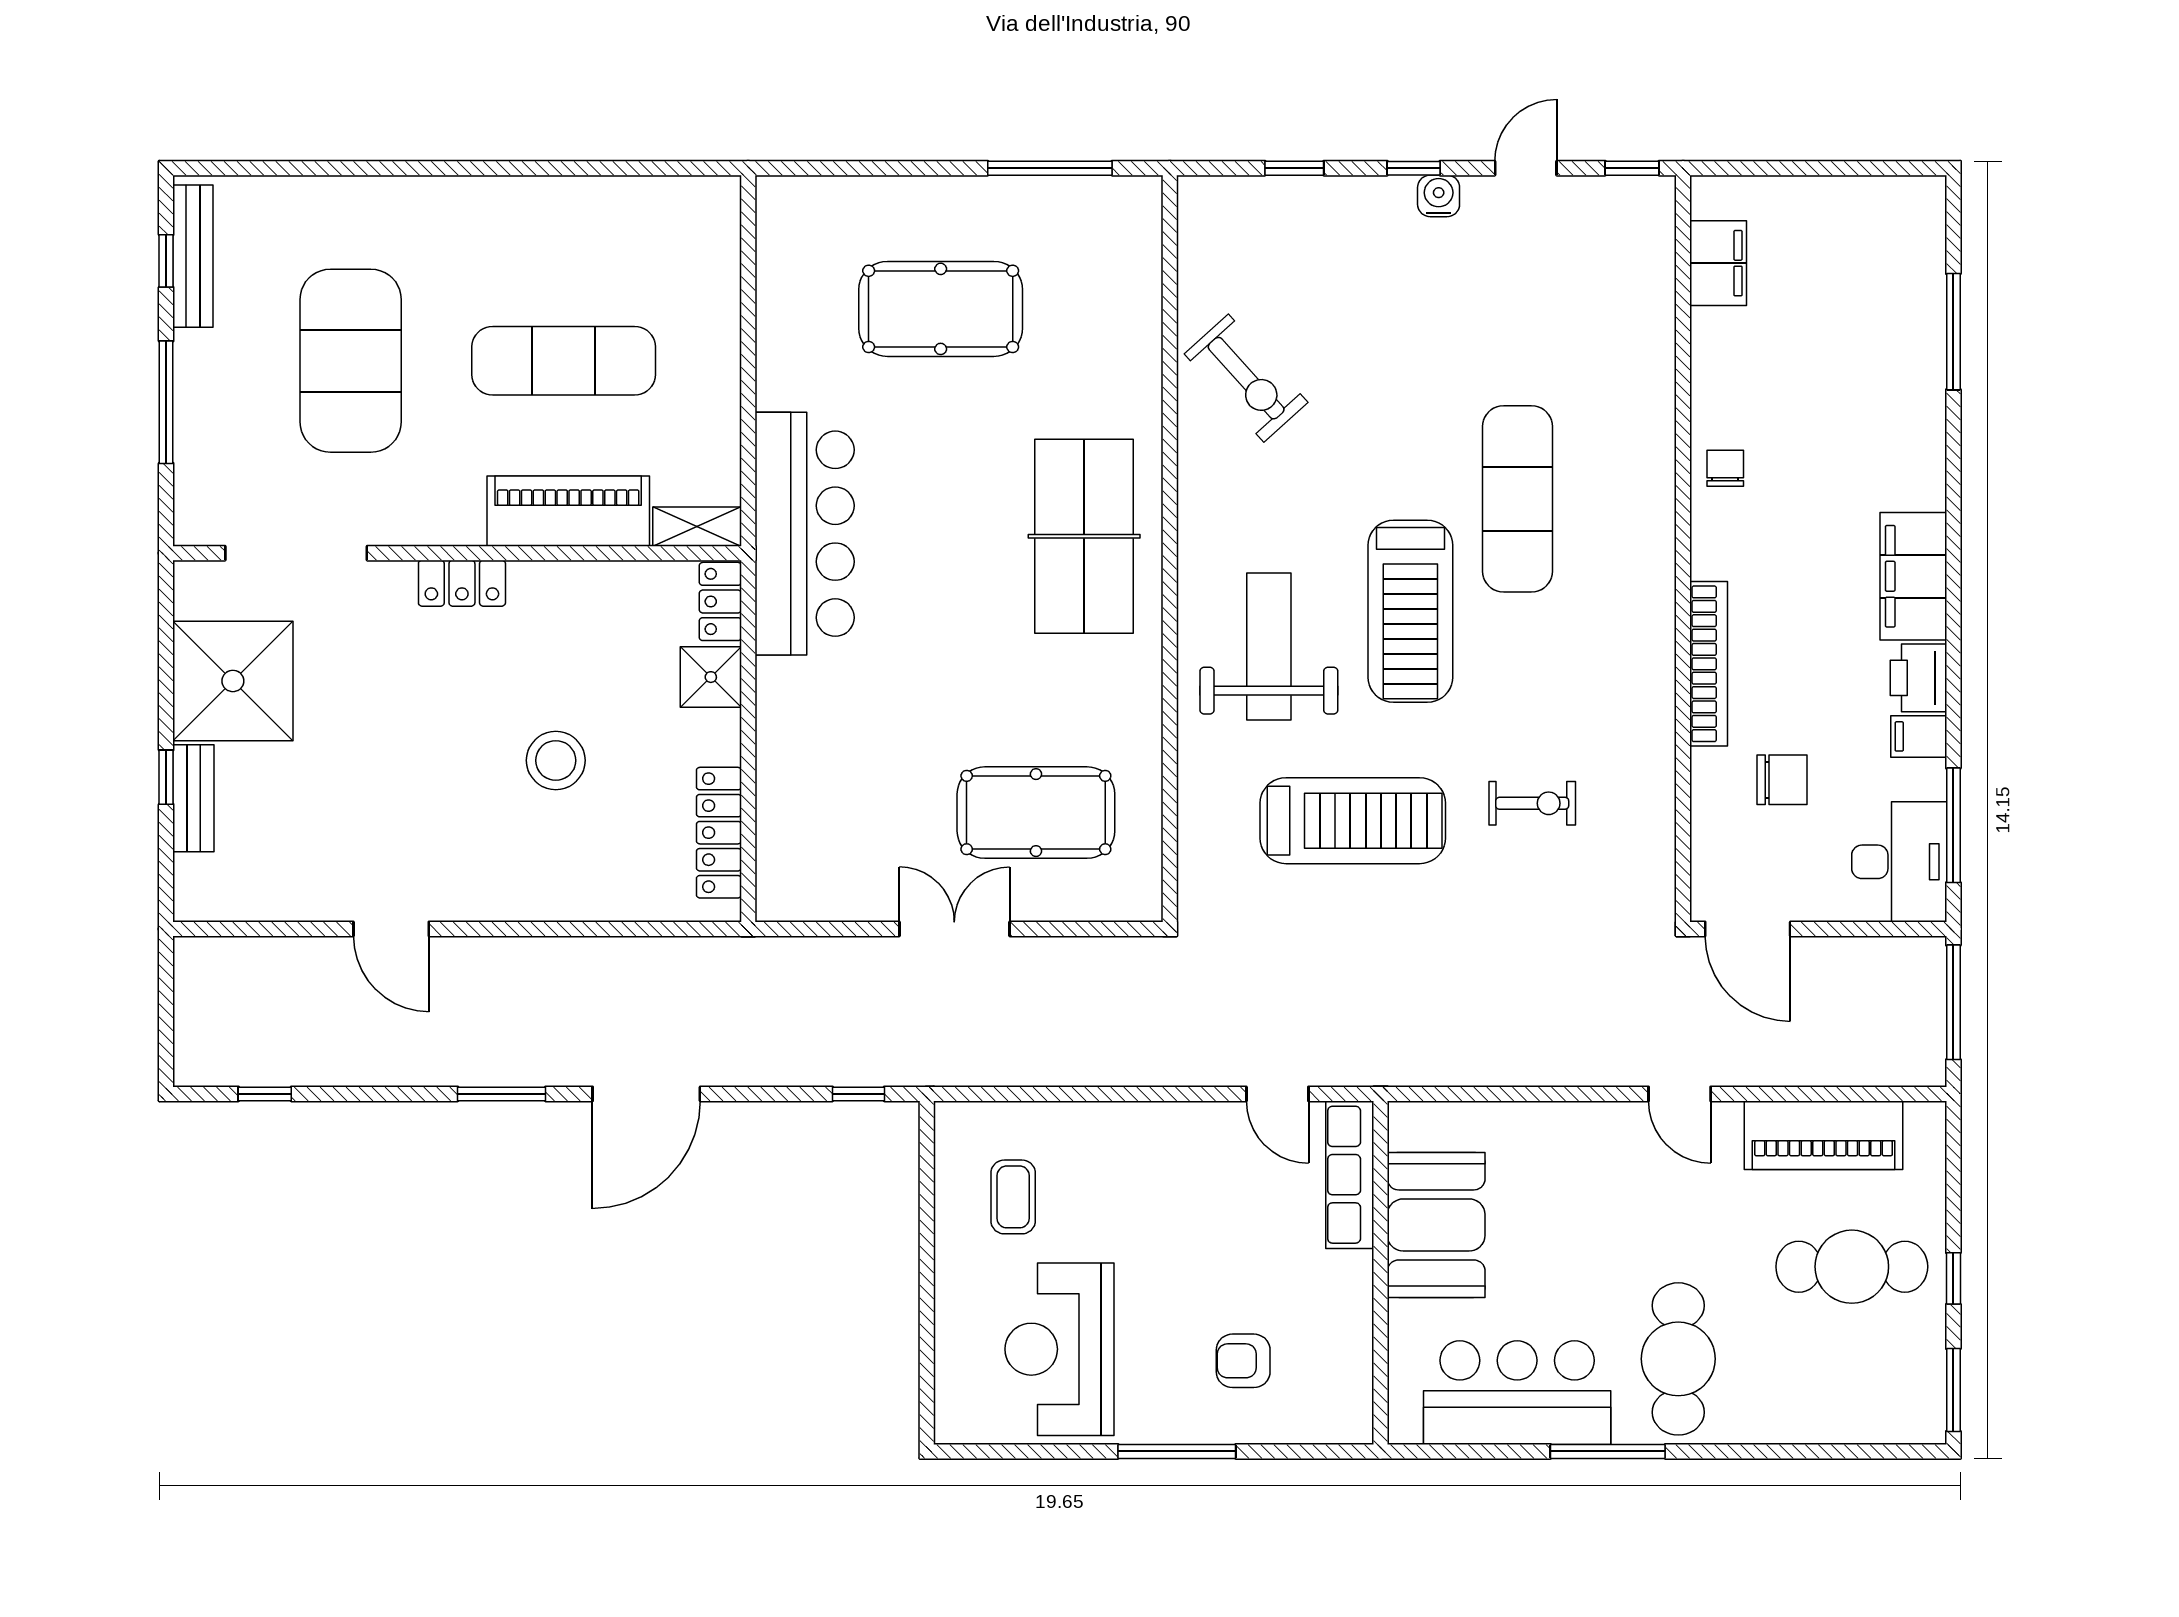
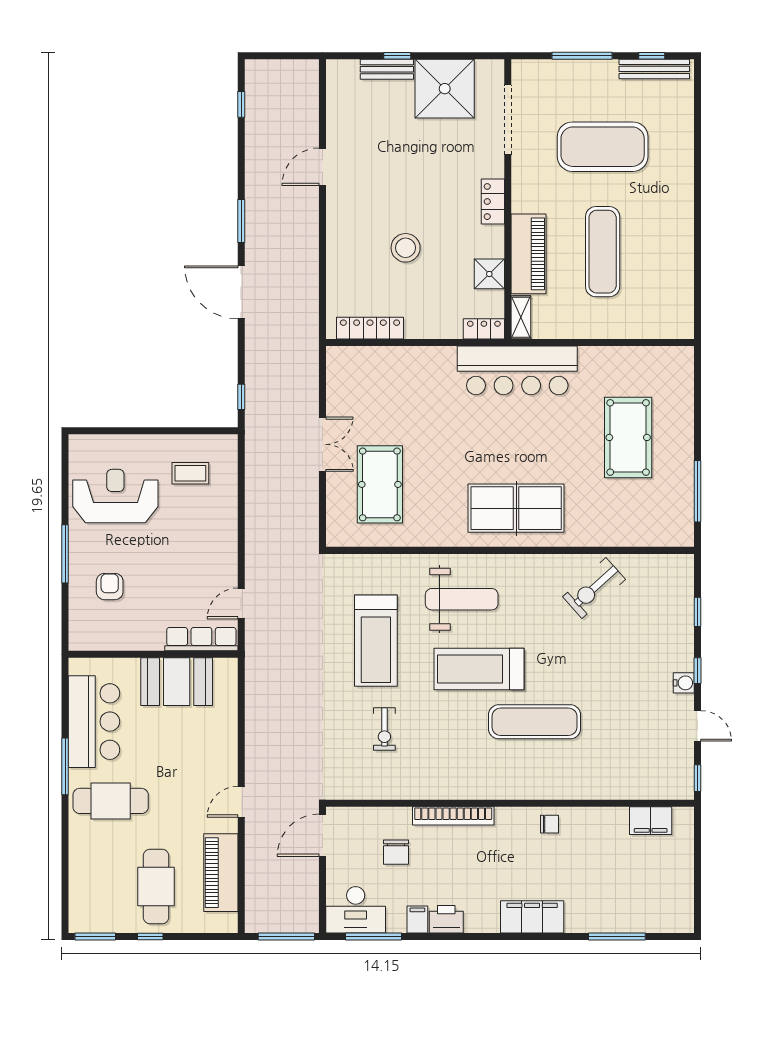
filing cabinet: (1913, 576) -> (532, 917), moved
shower: (711, 677) -> (489, 274), moved

